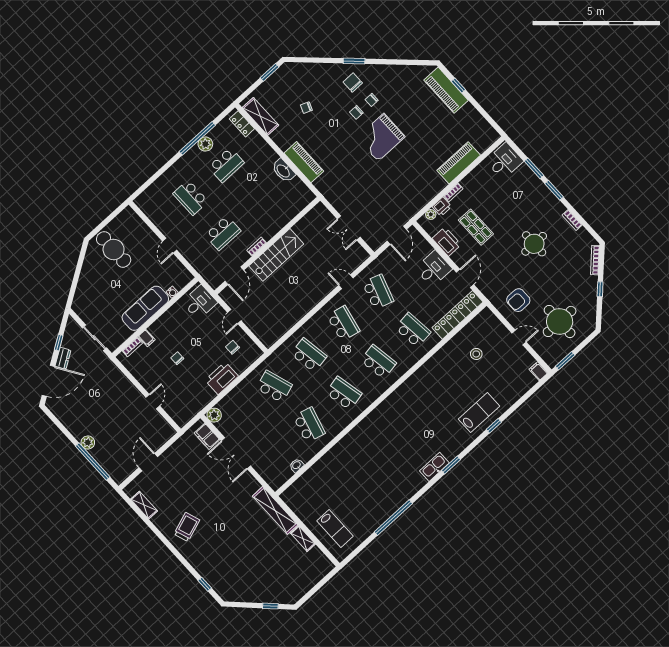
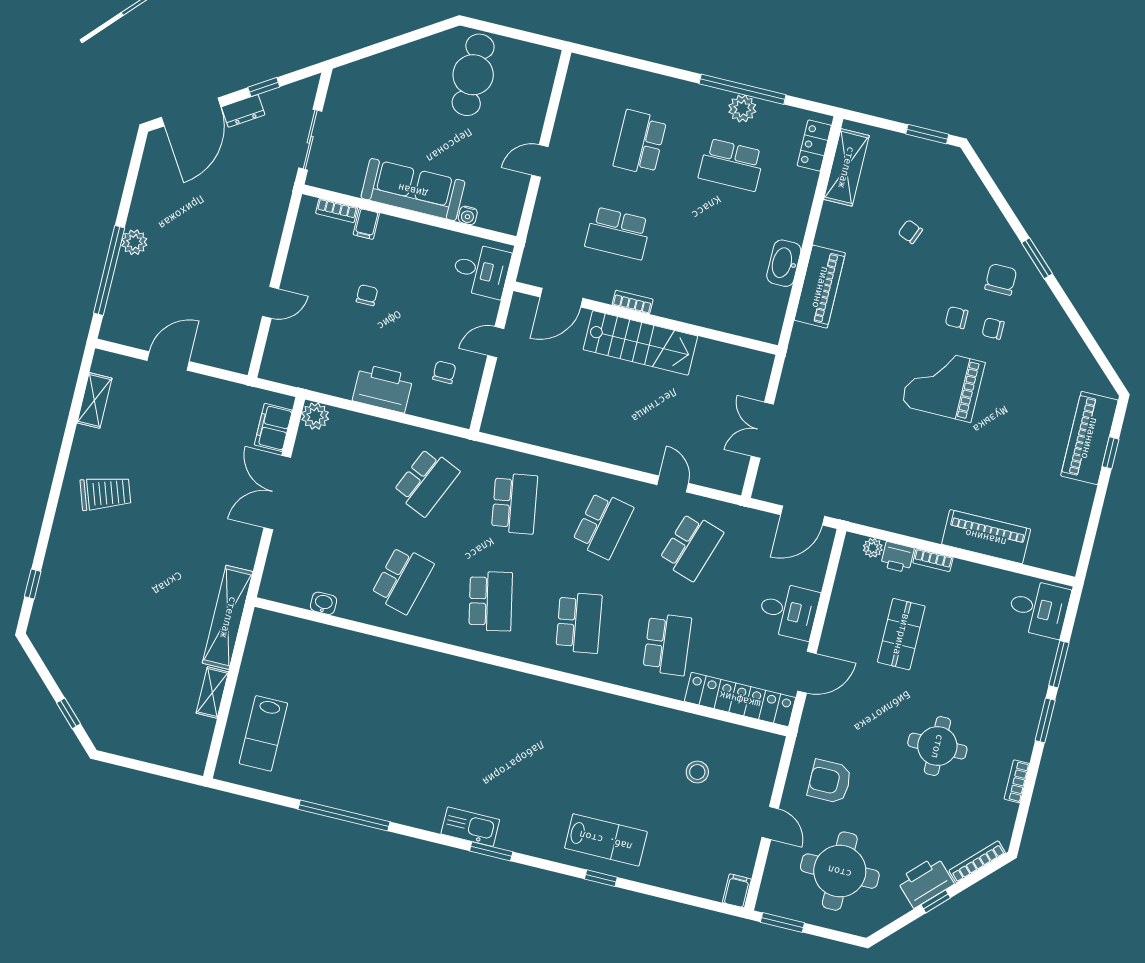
printer: (447, 241) -> (925, 882), moved, turned -135
door: (48, 381) -> (191, 112), hinge flipped
school desk: (274, 387) -> (426, 482), turned 42

